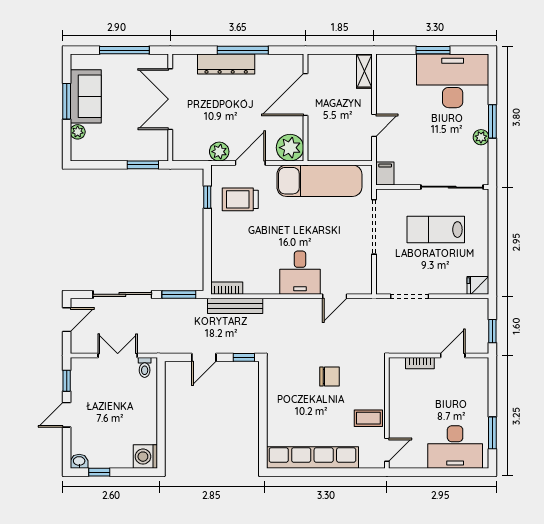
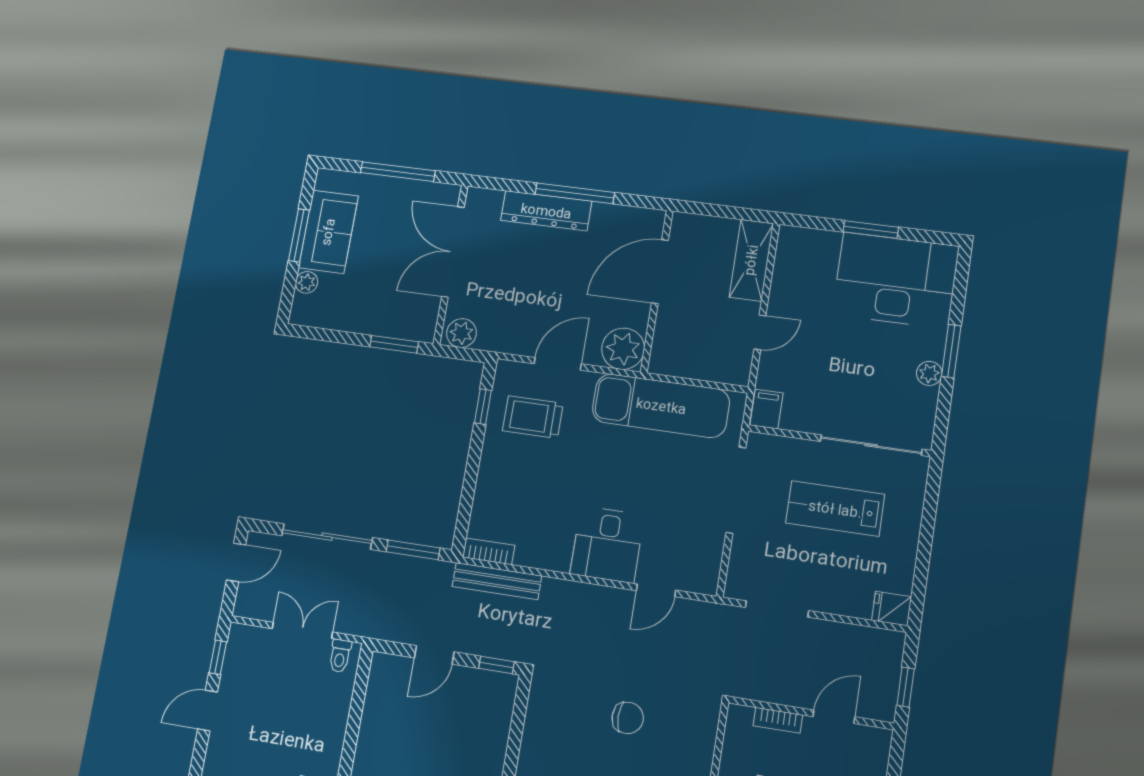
shelving: (364, 71) -> (751, 260), width x1.50, depth x1.33
plant: (219, 152) -> (461, 333), moved

